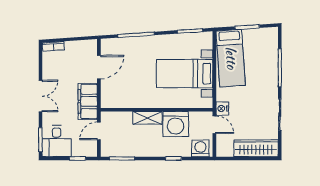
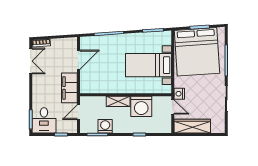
bed: (231, 58) -> (197, 52), width x2.04
double door: (40, 96) -> (31, 61), moved
washing machine: (200, 148) -> (105, 126), moved
wardrobe: (256, 148) -> (192, 126), moved

